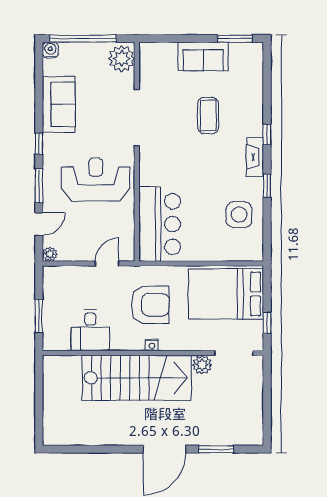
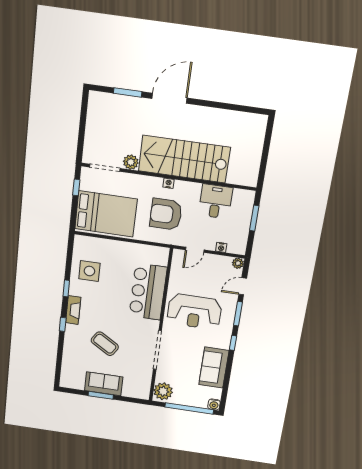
window: (235, 39) -> (101, 395), moved
coffee table: (208, 115) -> (105, 344), turned -58
bar counter: (160, 224) -> (148, 292), moved
nightstand: (74, 272) -> (221, 247), added

